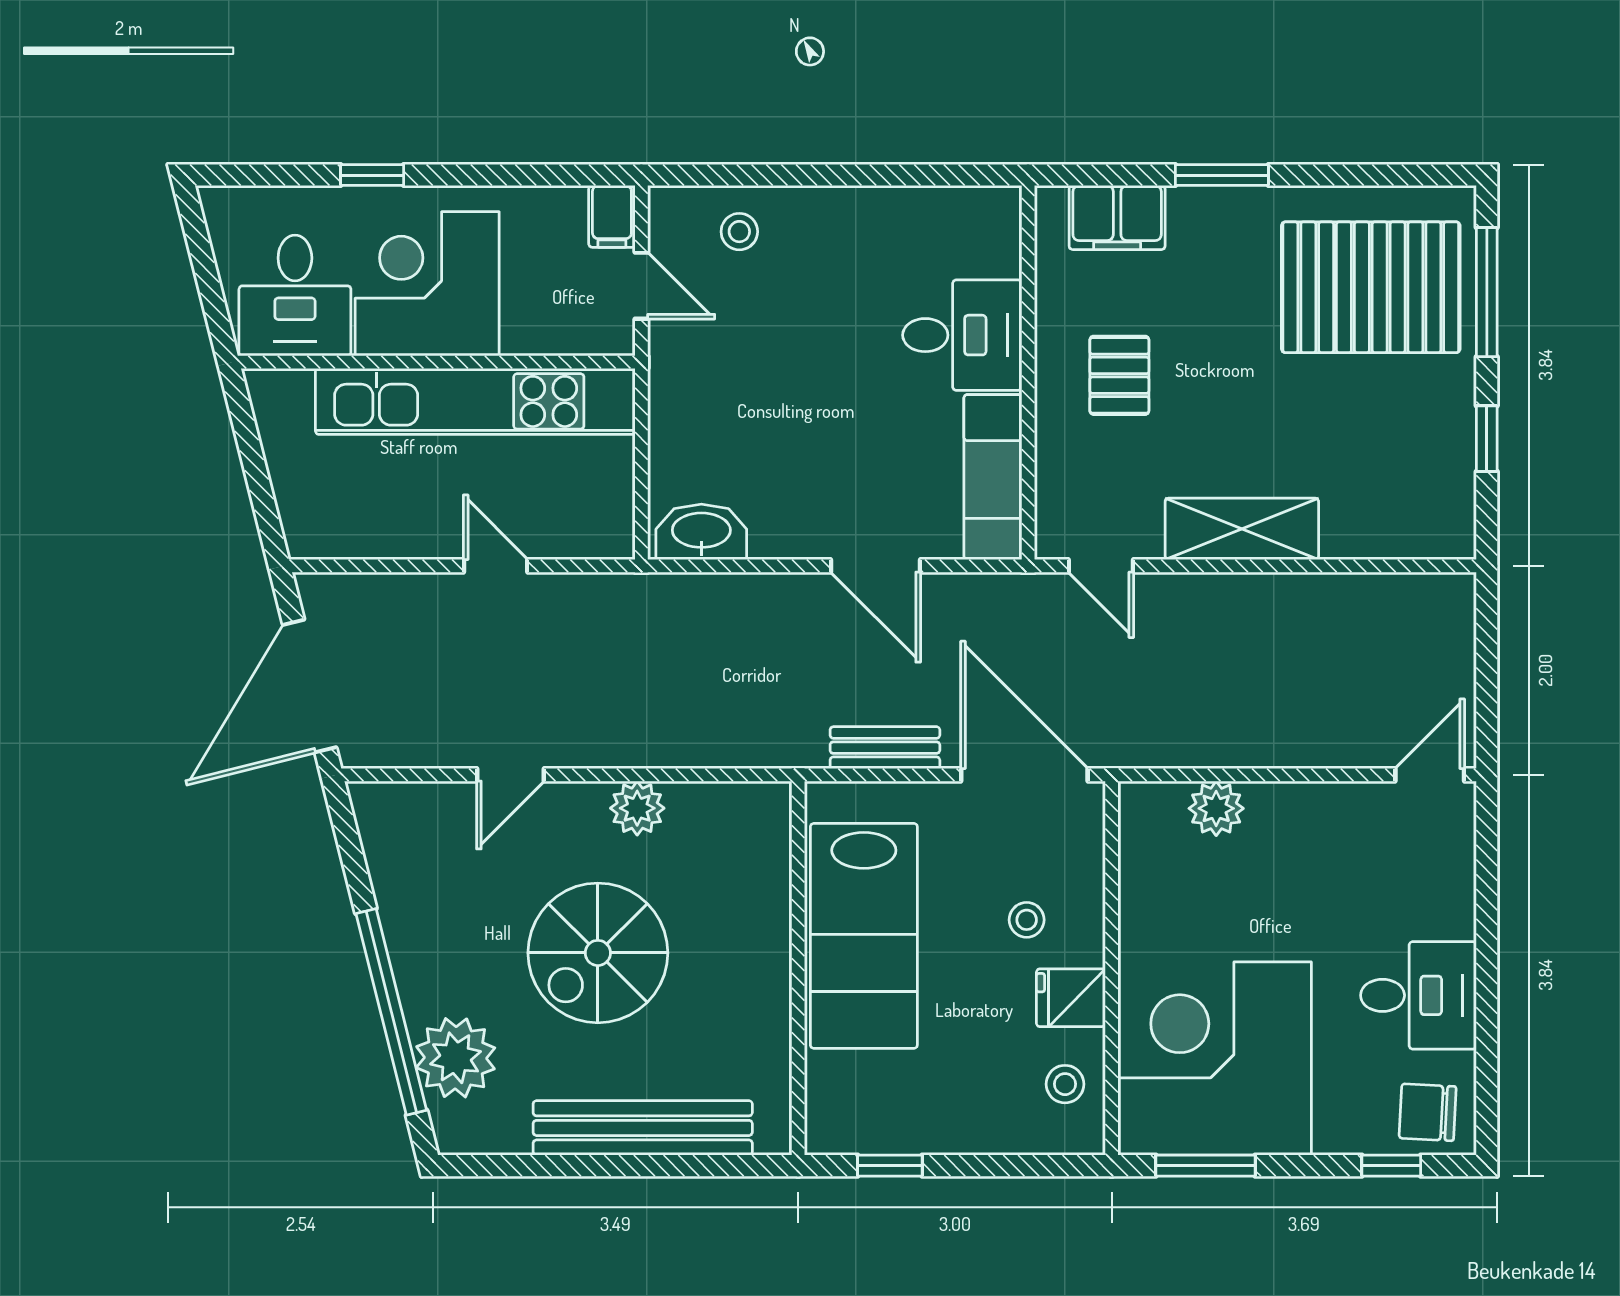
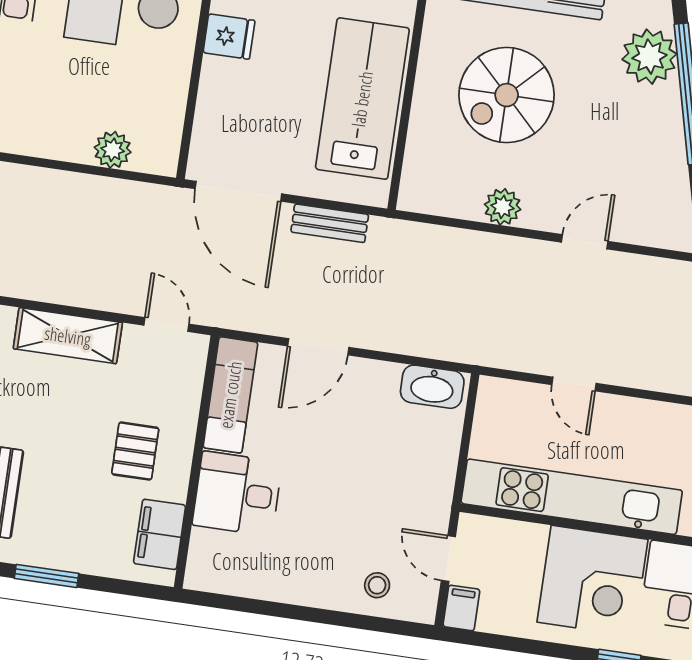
filing cabinet: (1117, 218) -> (160, 534), moved, turned -90
door: (875, 566) -> (318, 347), swing flipped
stool: (1027, 920) -> (251, 93), removed
spiral stairs: (598, 953) -> (507, 95), moved, turned 180

